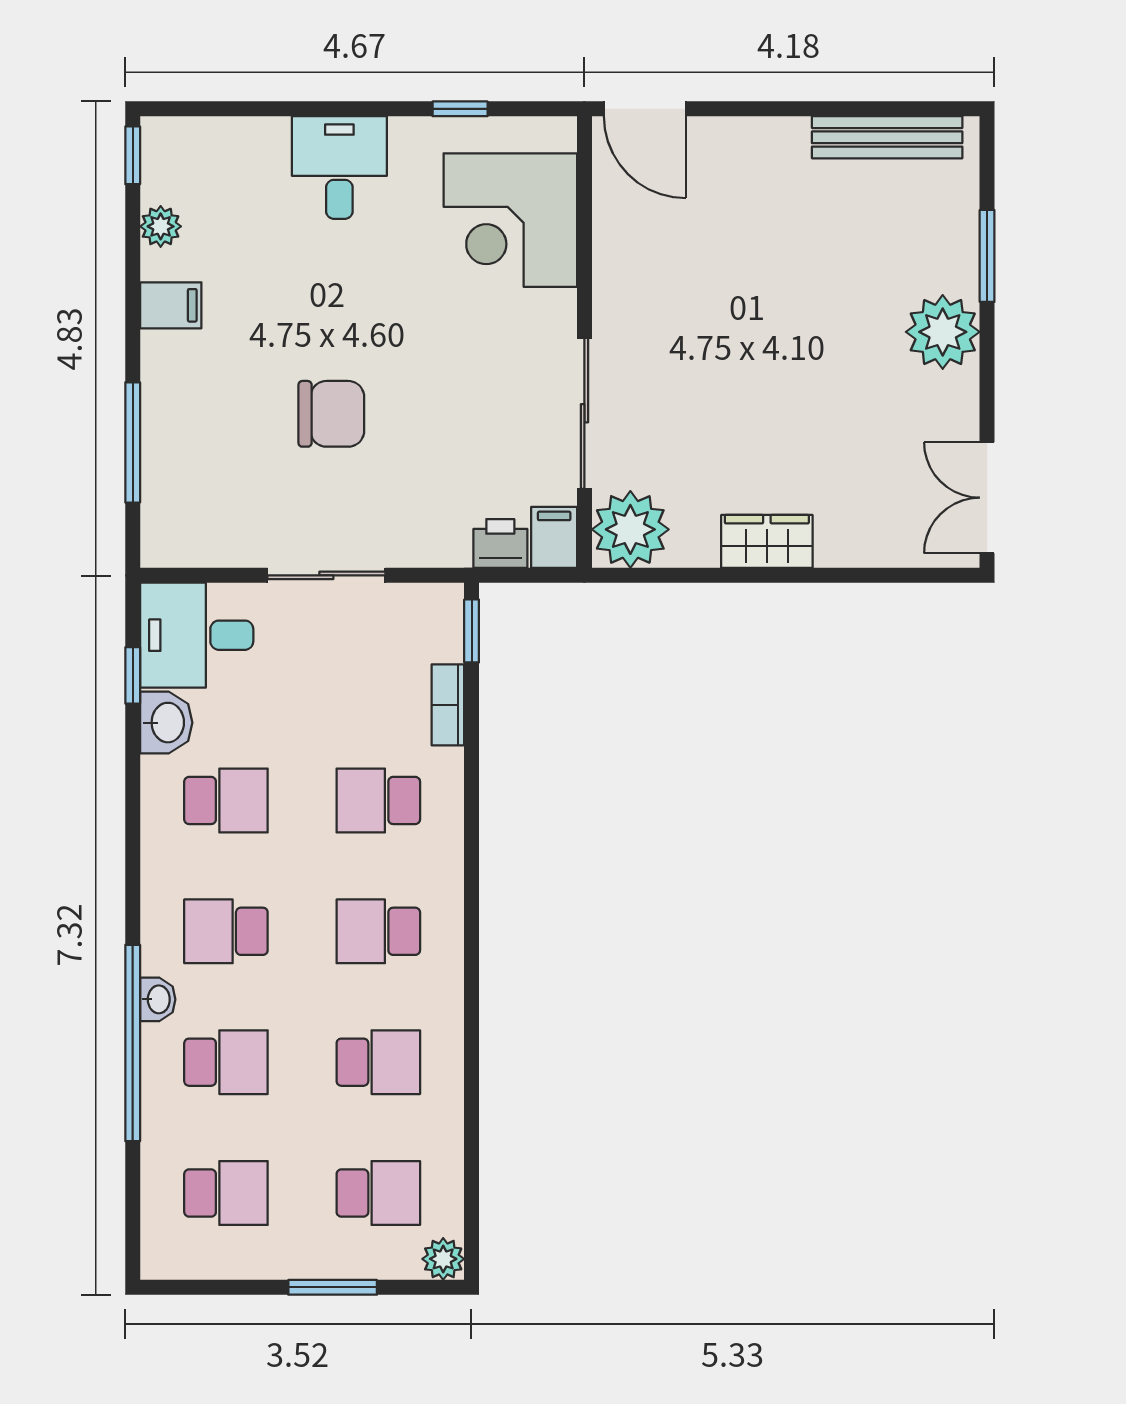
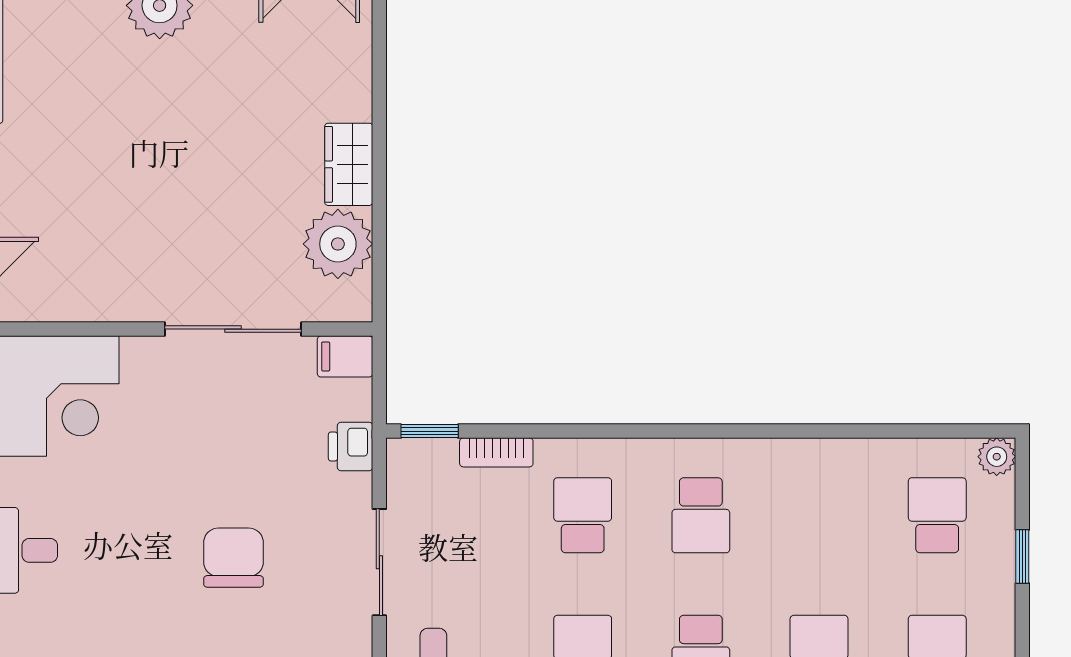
plant: (630, 529) -> (338, 244), moved
printer: (500, 543) -> (351, 446), moved
school desk: (378, 800) -> (583, 515), turned 180
school desk: (378, 1062) -> (819, 515), removed
window: (333, 1287) -> (1022, 556), width x0.67

